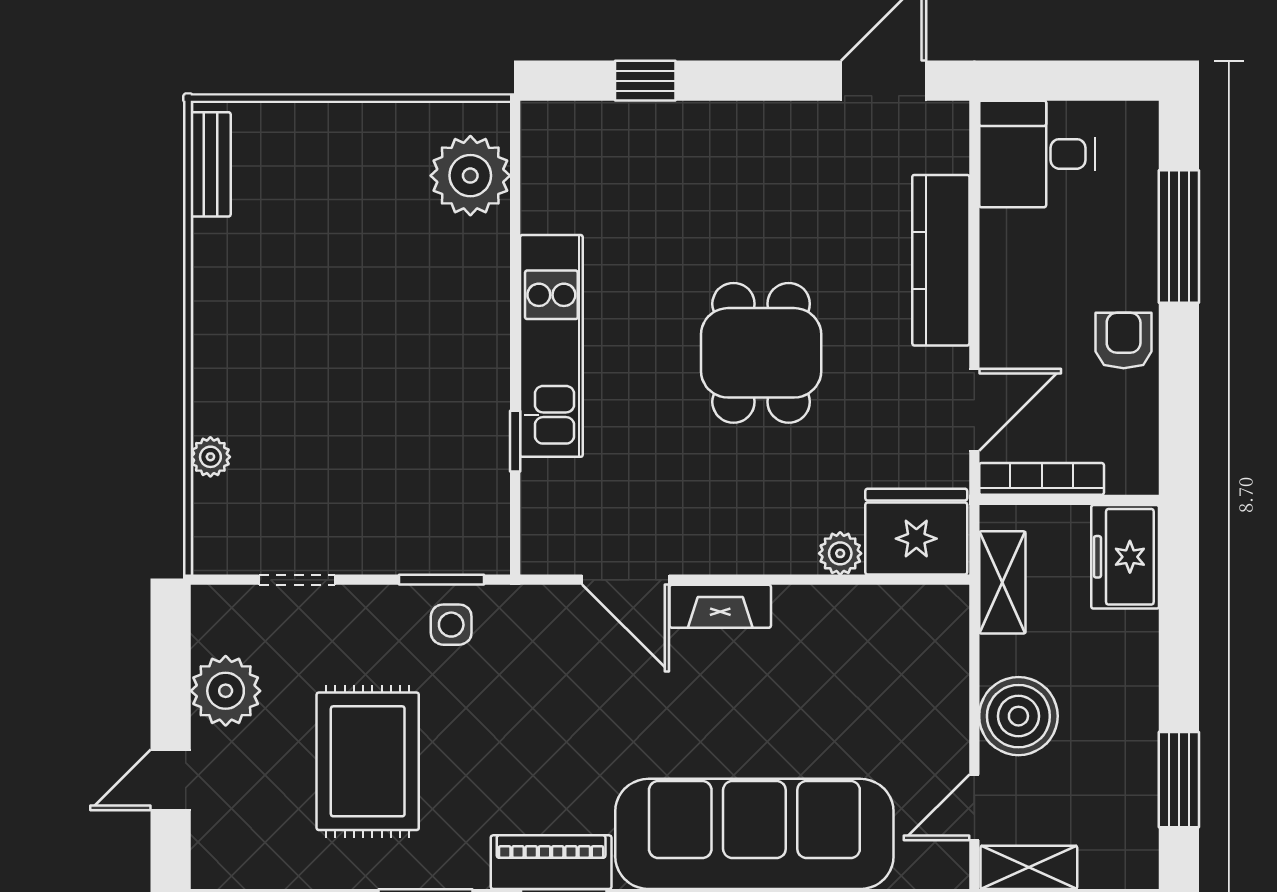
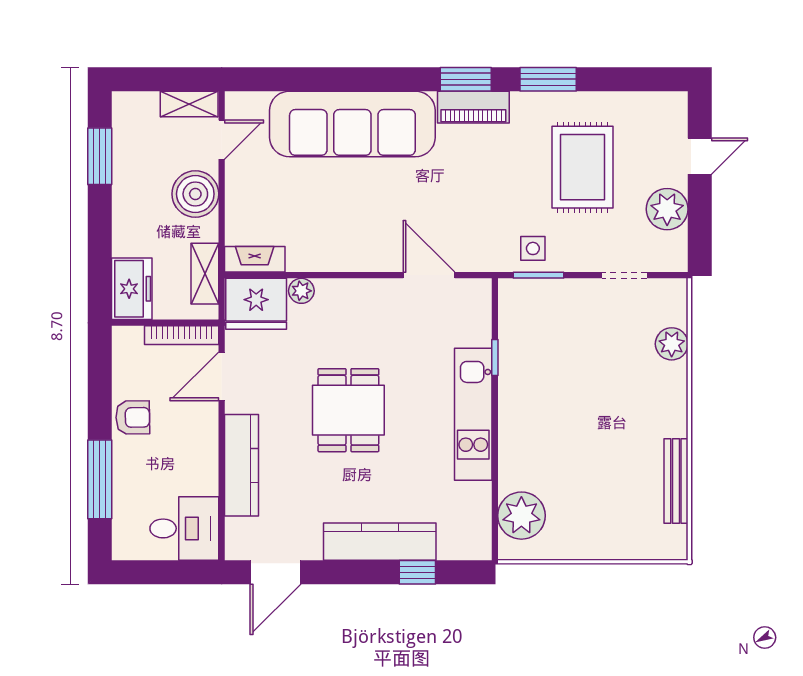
kitchen counter: (709, 132) -> (380, 542), added
bench: (211, 164) -> (676, 481), moved, width x1.36
armchair: (1124, 341) -> (133, 417), turned -91
plant: (210, 457) -> (672, 344), width x1.38, depth x1.38
fireplace: (720, 606) -> (255, 259), moved

